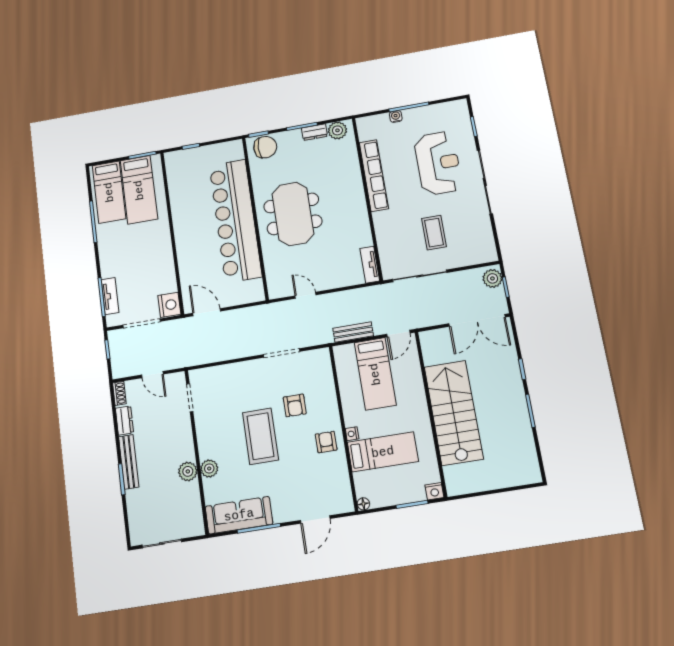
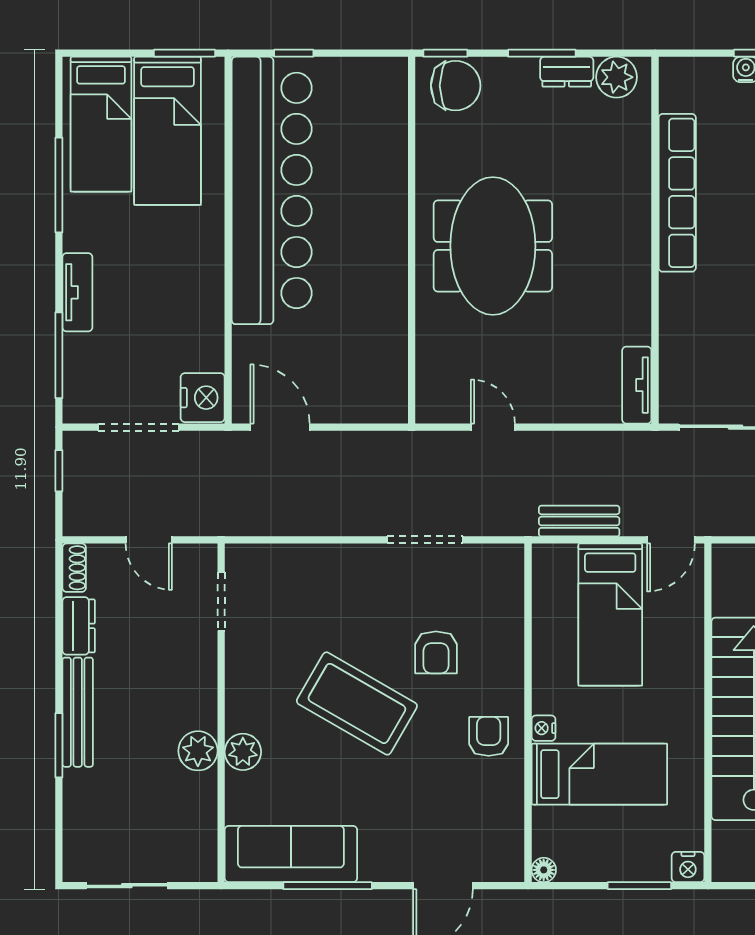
bar counter: (235, 221) -> (272, 190), moved, turned 180
tv unit: (110, 296) -> (77, 292), moved
coffee table: (260, 436) -> (357, 703), turned -60

